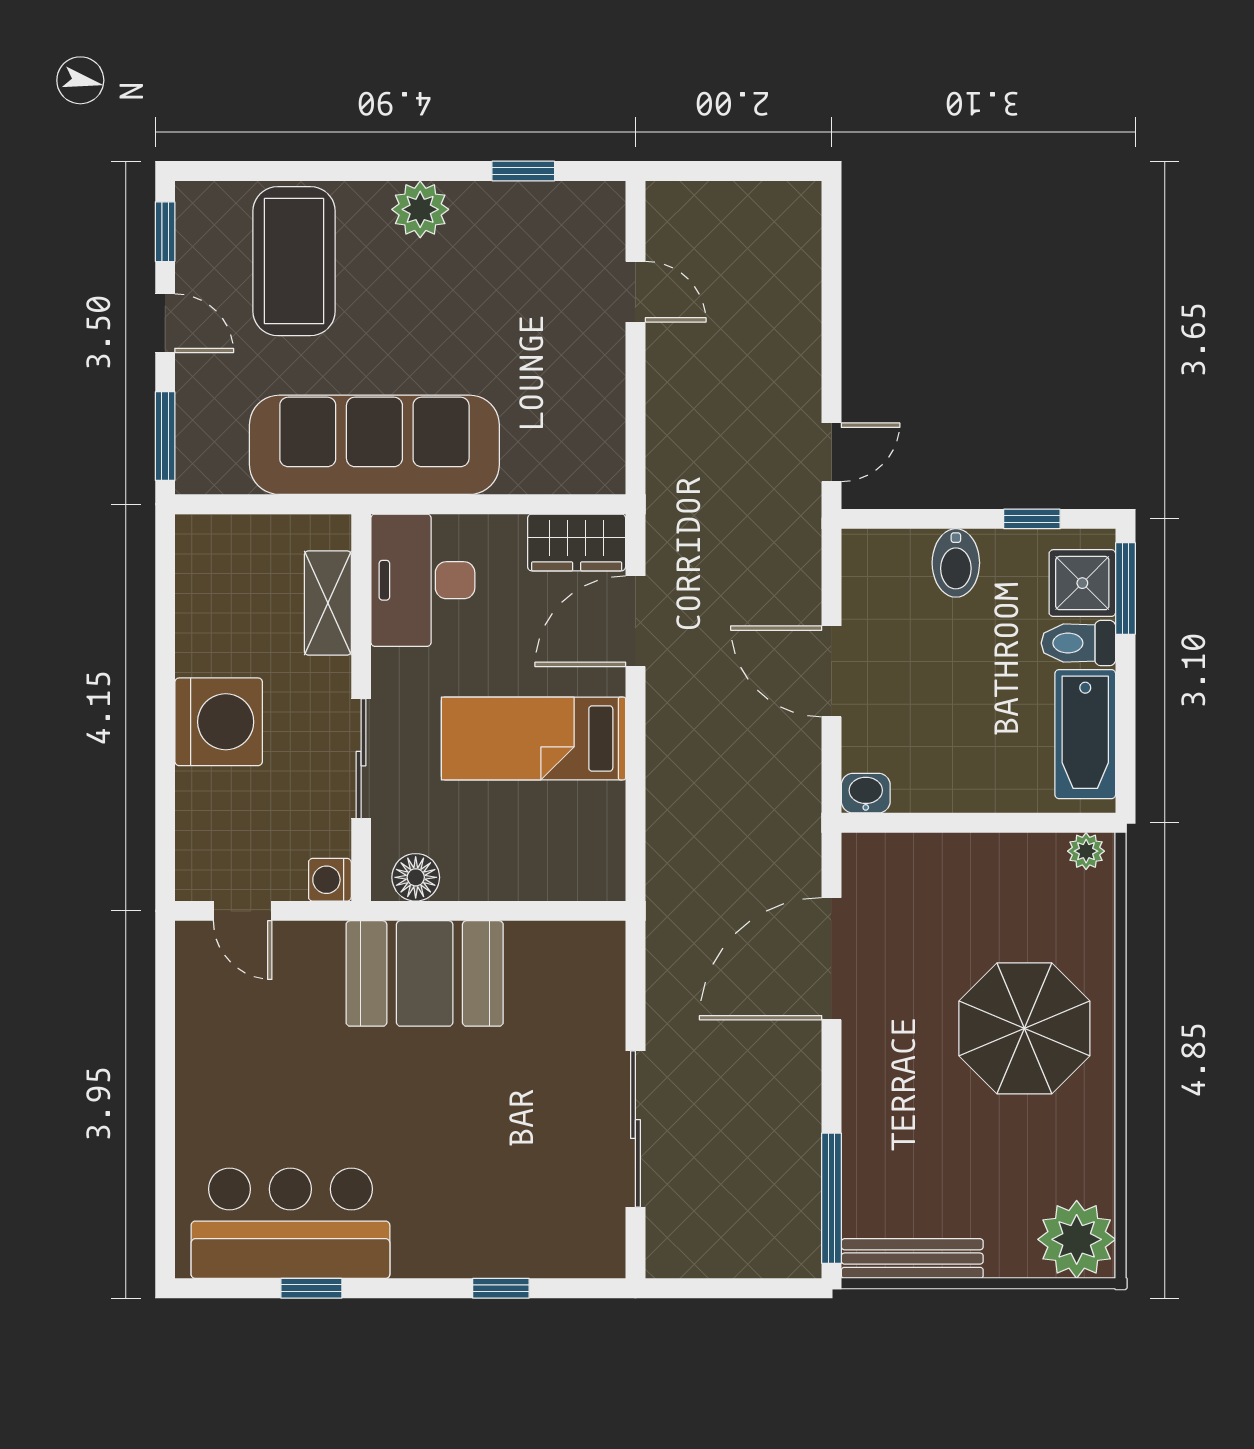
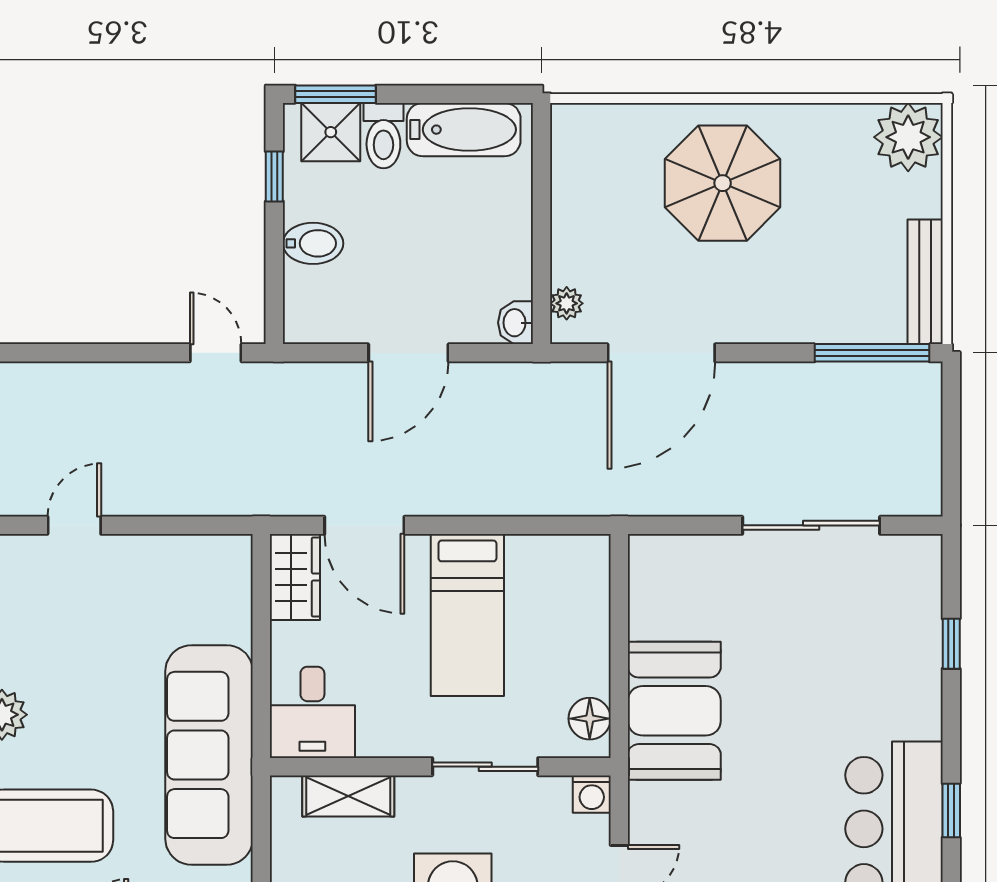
desk: (423, 580) -> (312, 712), width x0.73
plant: (1086, 851) -> (567, 303), moved
door: (831, 959) -> (661, 353), hinge flipped

